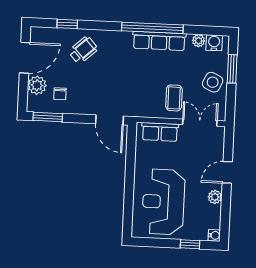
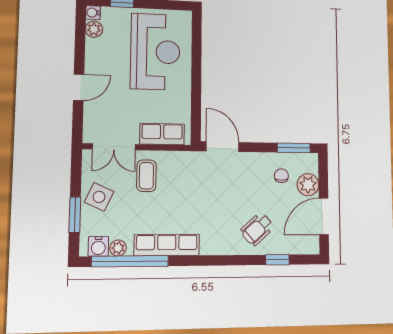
window: (152, 28) -> (130, 261), moved
plant: (215, 197) -> (94, 29), moved

